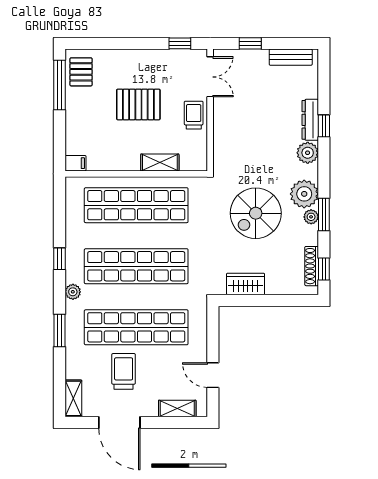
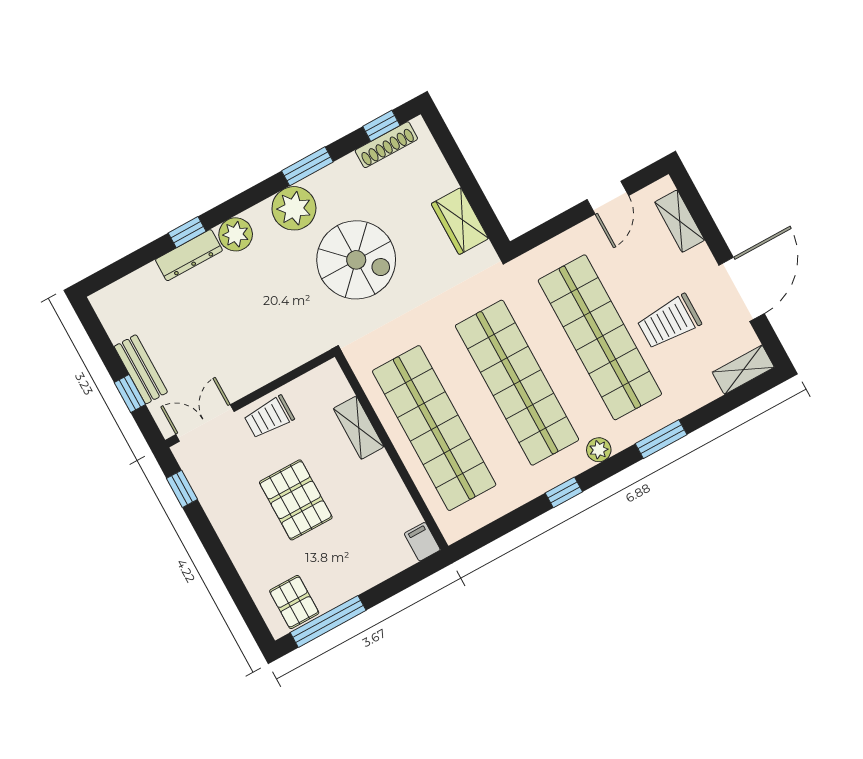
bench: (291, 57) -> (141, 369), moved
pallet: (81, 72) -> (294, 602), turned 90
plant: (311, 217) -> (320, 182), removed

